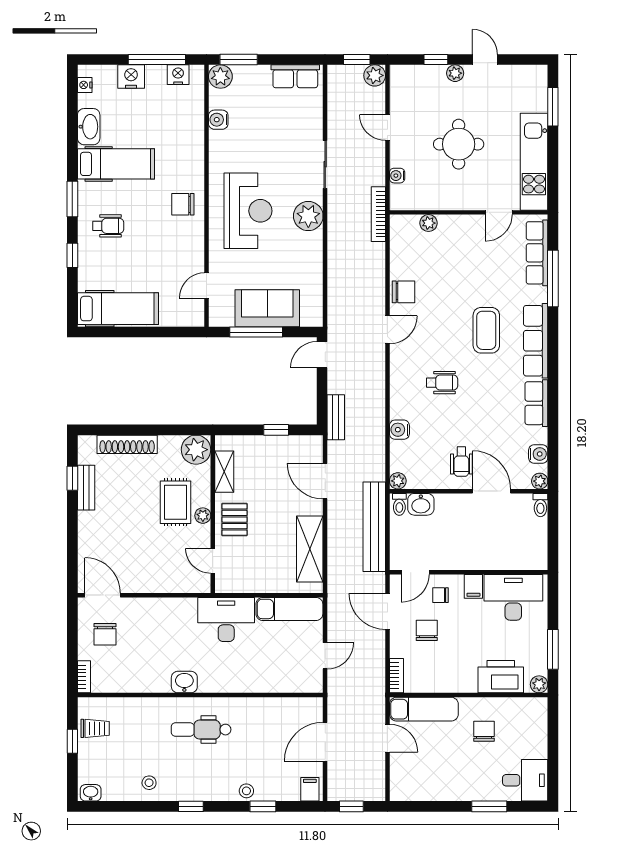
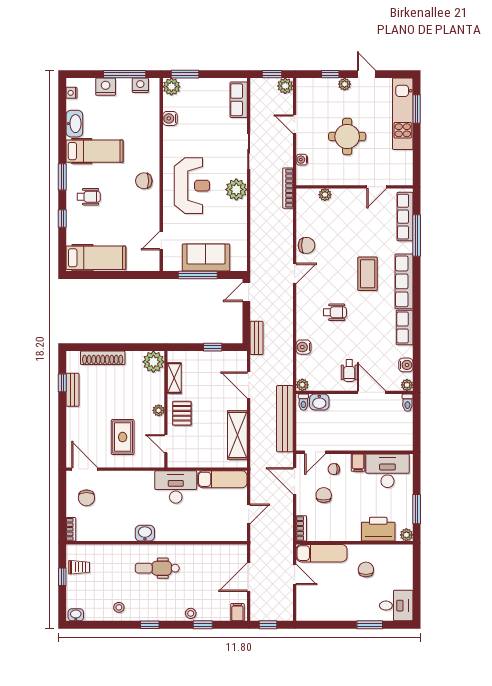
row of seats: (295, 76) -> (239, 100), moved, turned 90
kitchen unit: (534, 162) -> (403, 114), moved
rug: (175, 502) -> (123, 437), moved

